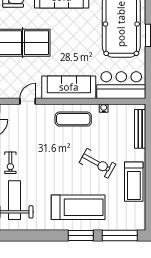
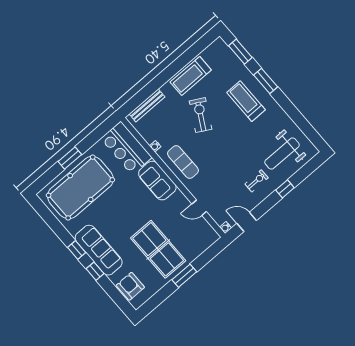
sofa: (69, 87) -> (157, 181), width x0.73
treadmill: (134, 182) -> (191, 76), turned 180
treadmill: (78, 207) -> (246, 101), width x0.73, depth x0.73
window: (120, 235) -> (240, 52), width x0.69

